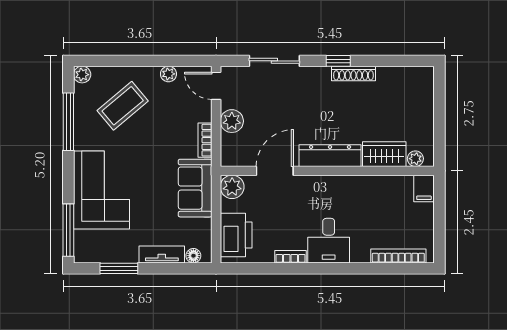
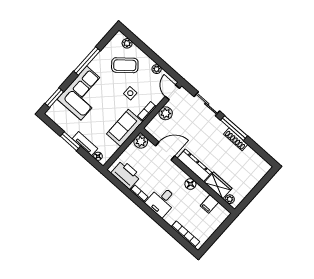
window: (338, 61) -> (234, 128), width x2.17
plant: (82, 75) -> (127, 43), moved
window: (68, 122) -> (87, 61), moved
side table: (162, 136) -> (130, 93), added
floor lamp: (346, 185) -> (190, 184), added
filing cabinet: (424, 188) -> (209, 204), moved
window: (68, 230) -> (54, 98), width x0.69
printer: (236, 235) -> (126, 175), moved, turned -90
window: (119, 268) -> (70, 141), moved

